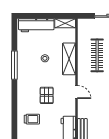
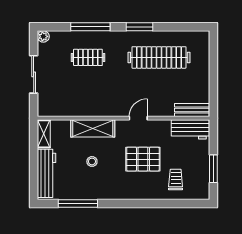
clothes rail: (97, 55) -> (88, 90), removed
window: (14, 65) -> (78, 203), moved
pallet: (47, 95) -> (143, 159), width x1.50, depth x1.42

